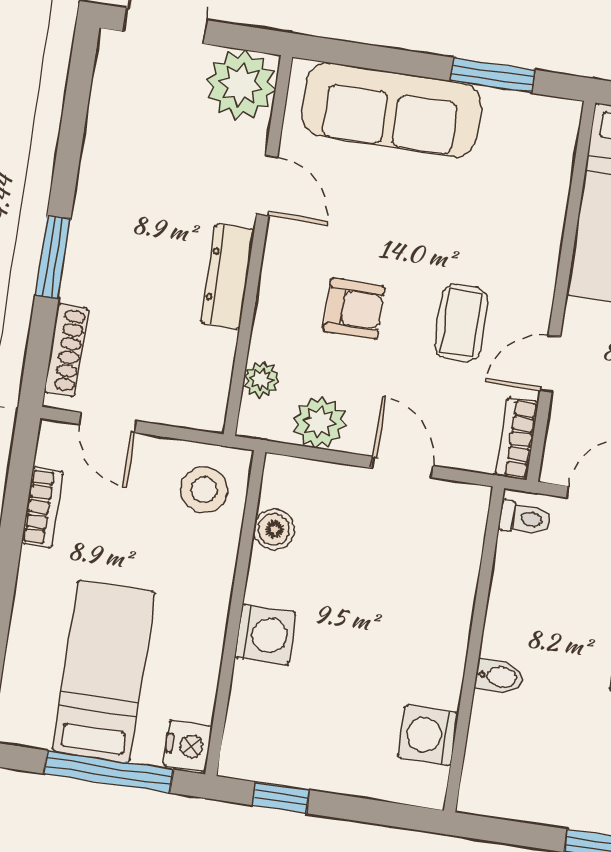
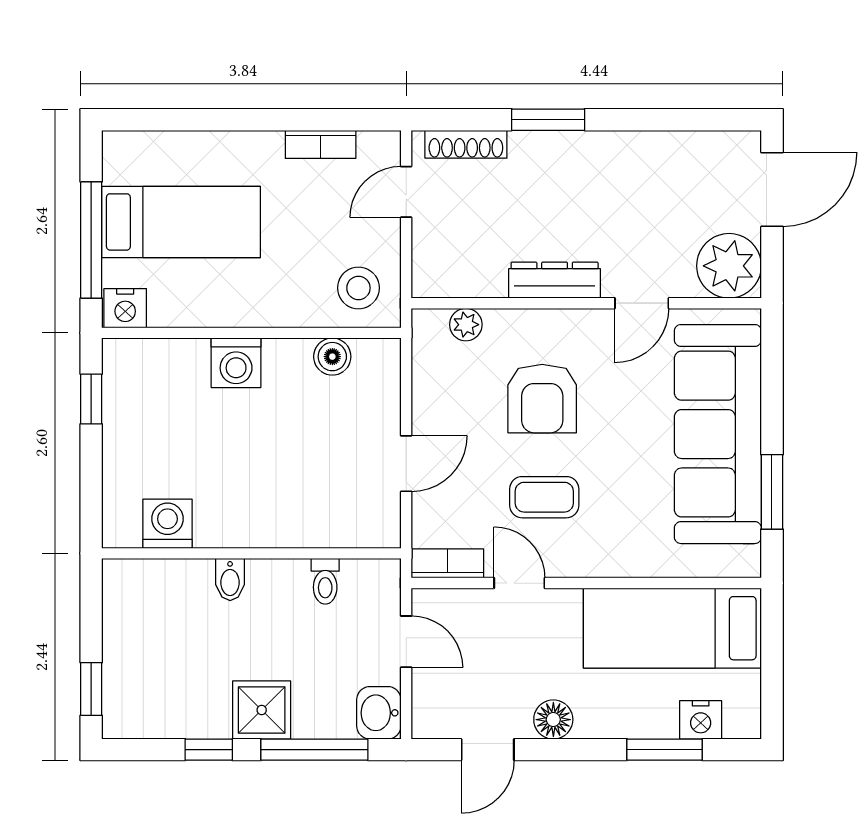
sofa: (391, 110) -> (718, 434), width x1.36, depth x1.27
armchair: (354, 309) -> (542, 399), width x1.38, depth x1.38
plant: (319, 422) -> (435, 383), removed
toilet: (525, 518) -> (325, 581), moved

